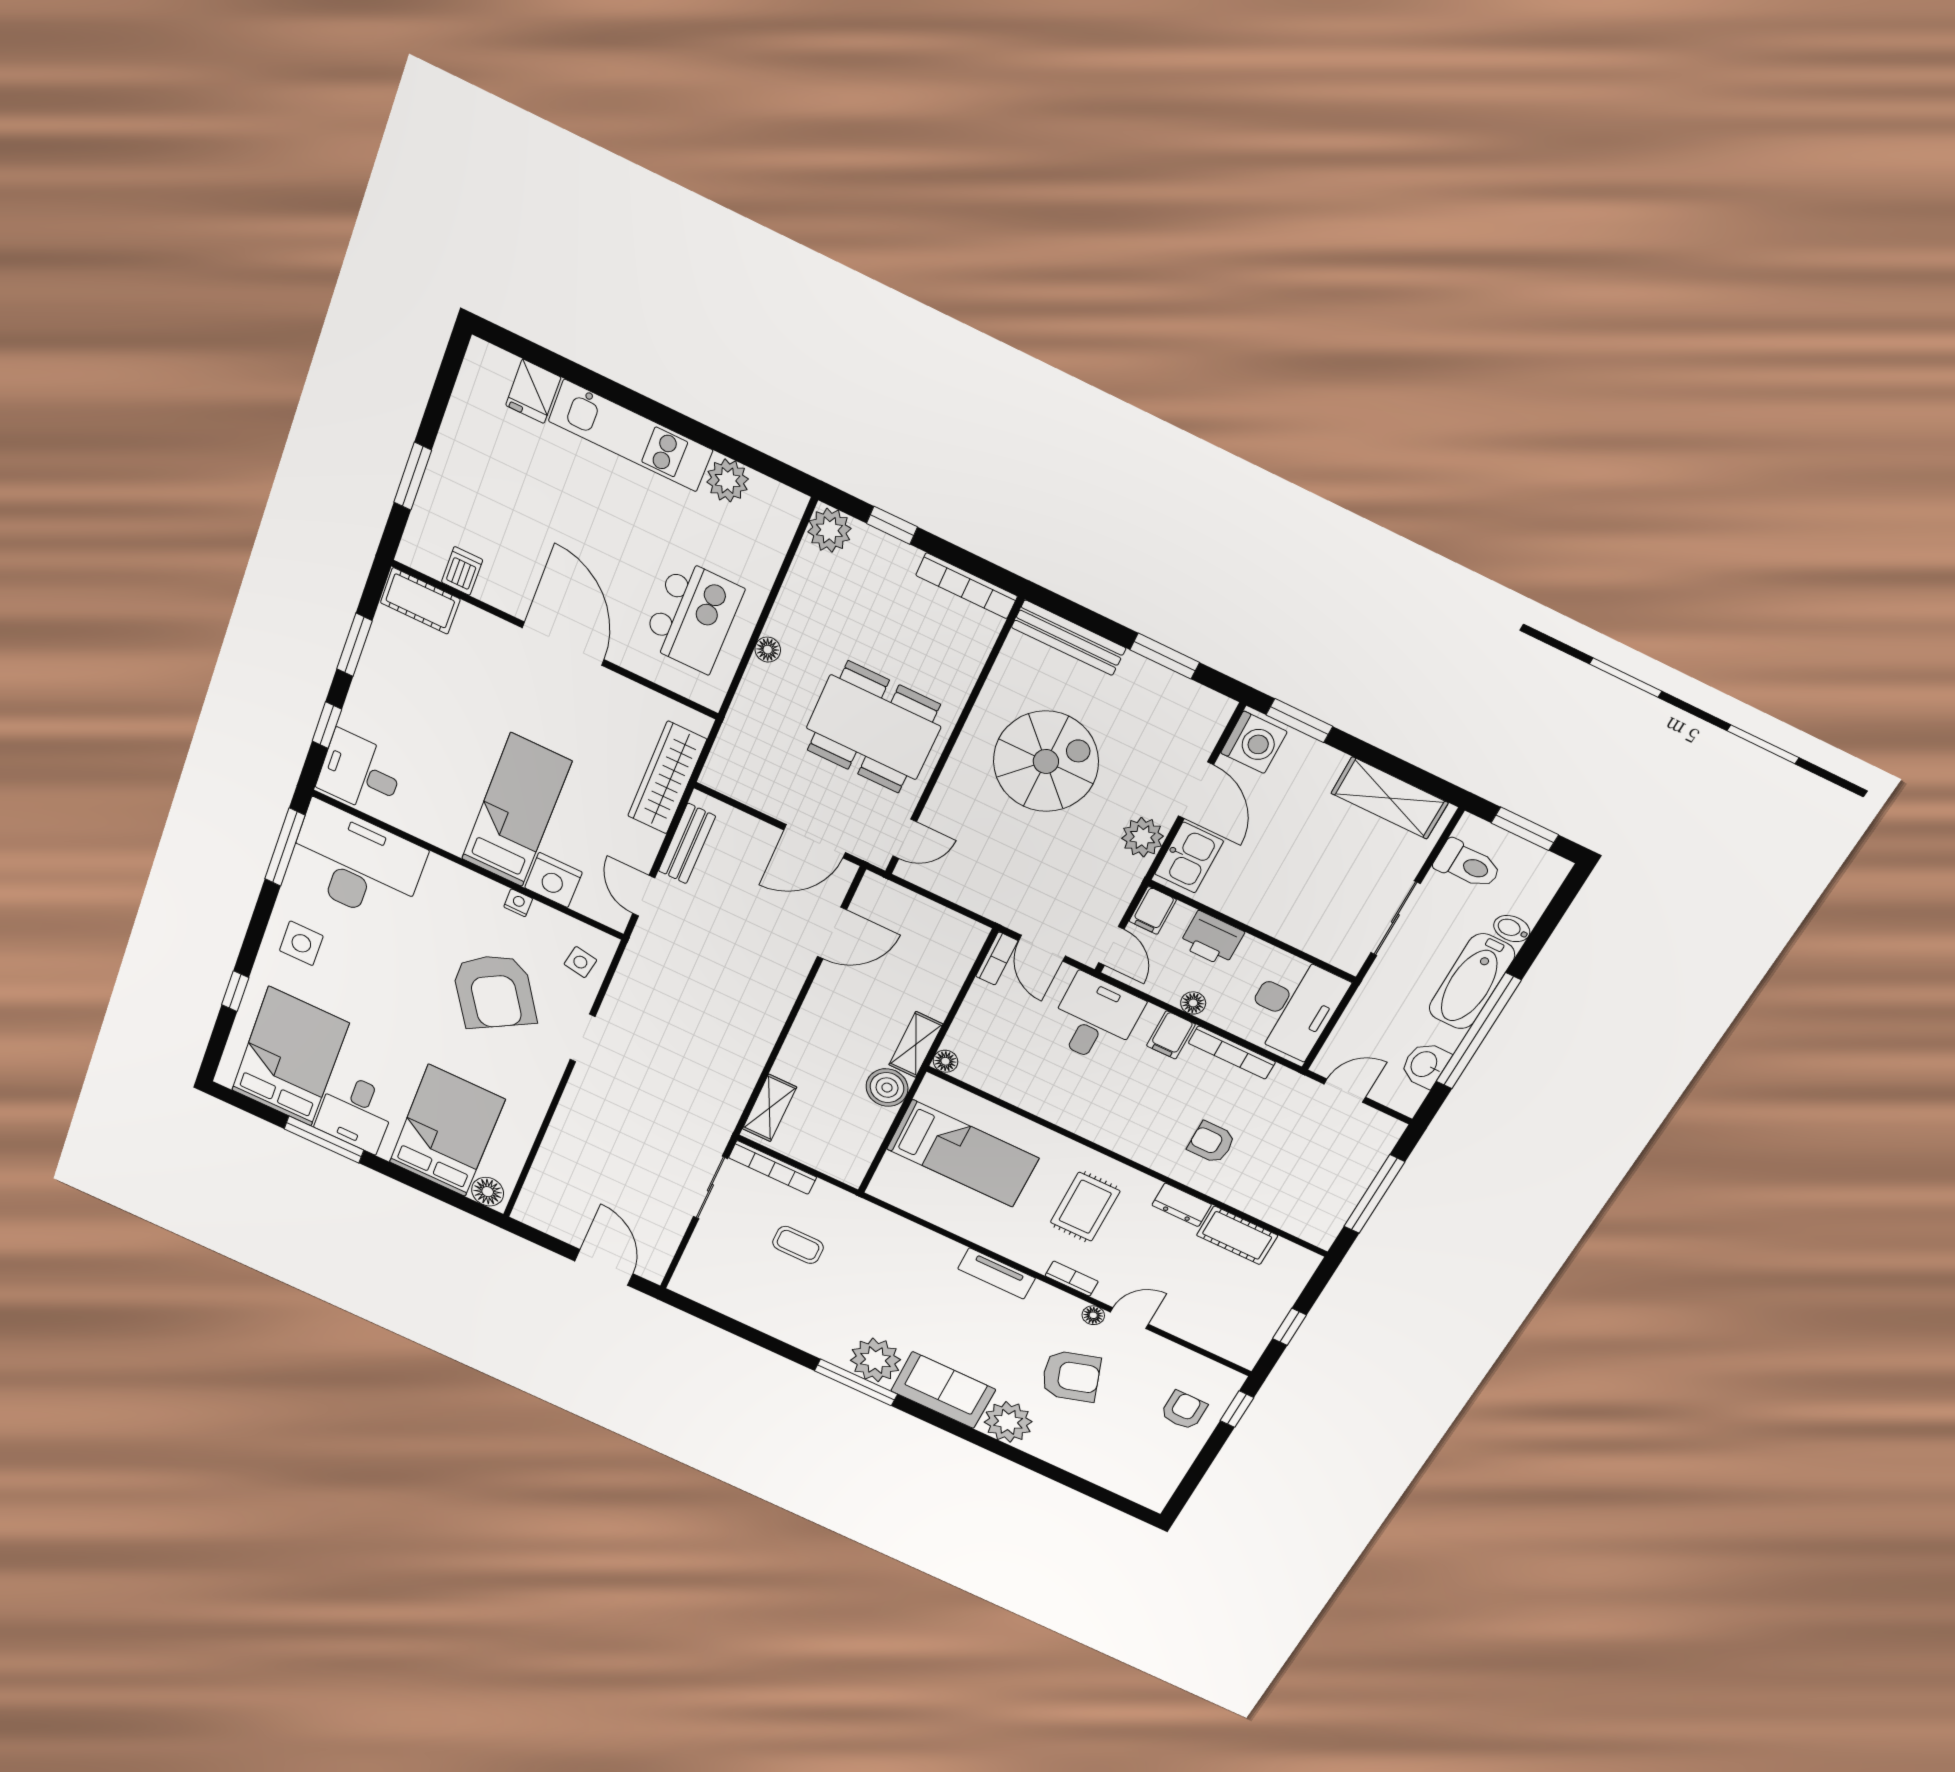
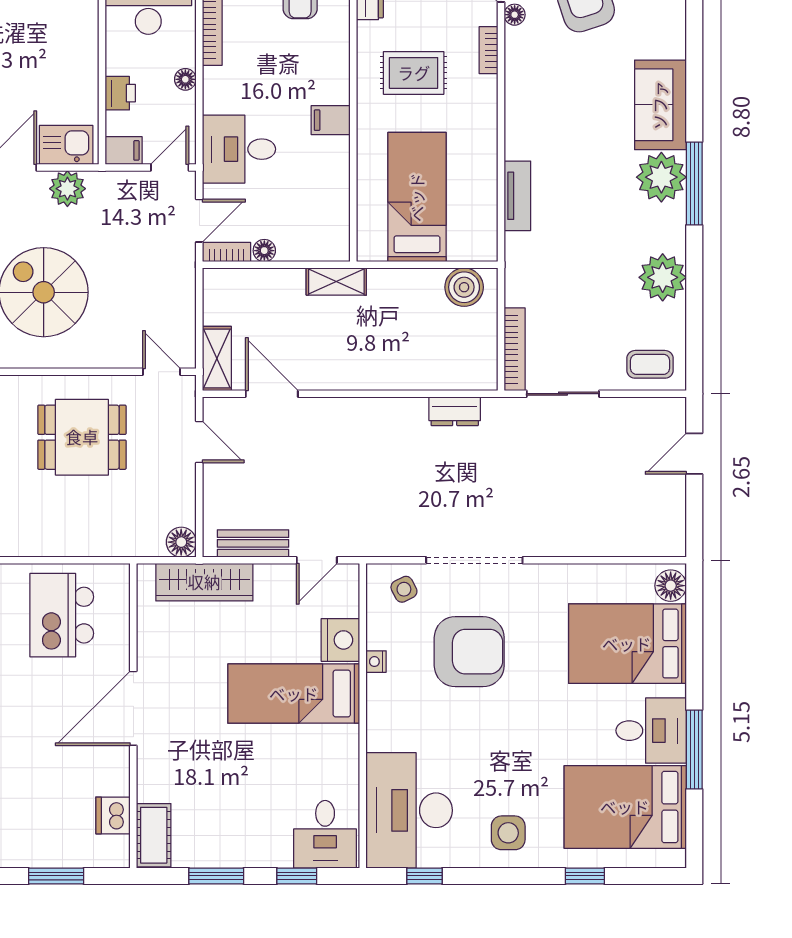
dishwasher: (462, 571) -> (113, 815), width x1.38
kitchen island: (693, 616) -> (62, 615), turned -90
floor lamp: (768, 650) -> (181, 542), moved, width x1.37, depth x1.37
dining table: (873, 727) -> (82, 437), width x0.73
door: (815, 841) -> (199, 442), width x0.73
window: (285, 847) -> (425, 876), width x0.46
printer: (1212, 939) -> (120, 93), width x0.73, depth x0.81
side table: (580, 962) -> (404, 589), turned -37
armchair: (494, 992) -> (469, 652), turned 32
filing cabinet: (1171, 1035) -> (331, 120), moved, turned 180
doorway: (583, 1038) -> (474, 560), width x1.87
floor lamp: (945, 1061) -> (264, 251), moved
boiler: (887, 1088) -> (464, 287), moved
dresser: (737, 1089) -> (455, 411), added
shelving: (769, 1108) -> (217, 359), moved, turned 90
coffee table: (798, 1245) -> (650, 364), moved, turned 90
door: (604, 1267) -> (694, 454), width x0.73
tv unit: (997, 1273) -> (517, 196), moved
plant: (1008, 1422) -> (663, 277), moved

